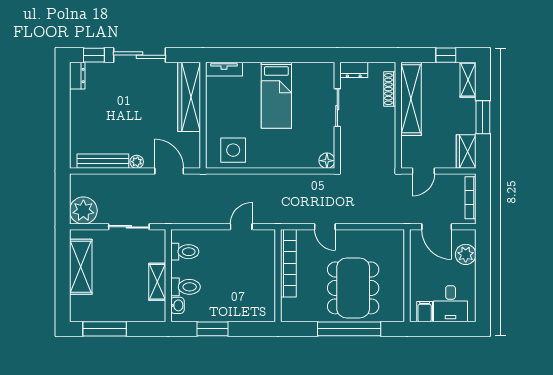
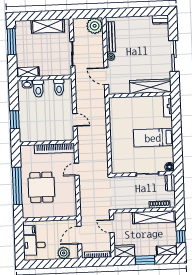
window: (94, 55) -> (173, 29), removed
side table: (233, 150) -> (120, 113), removed
floor lamp: (327, 161) -> (169, 167), moved
door: (169, 171) -> (106, 76), swing flipped
plant: (83, 211) -> (95, 26), moved
shelving: (157, 282) -> (28, 72), moved
dining table: (353, 288) -> (41, 187), width x0.73
window: (213, 329) -> (15, 120), moved

